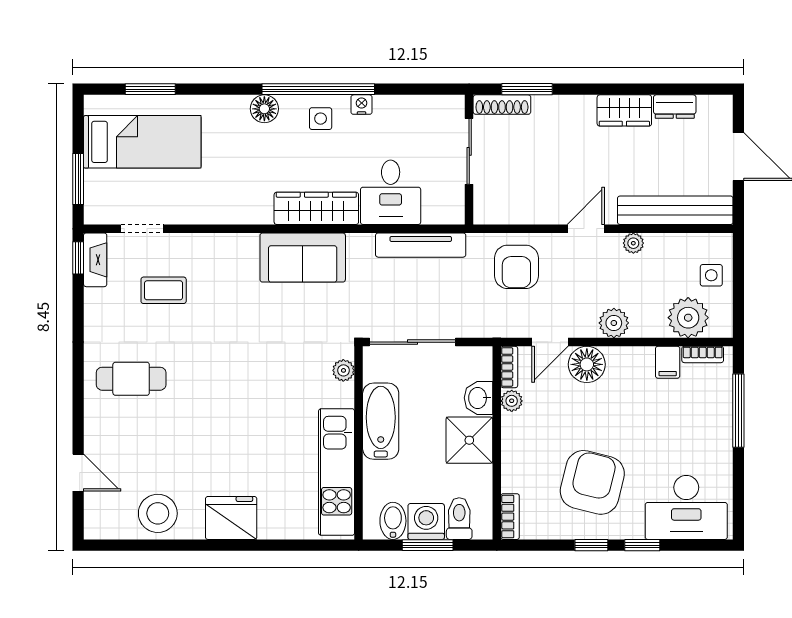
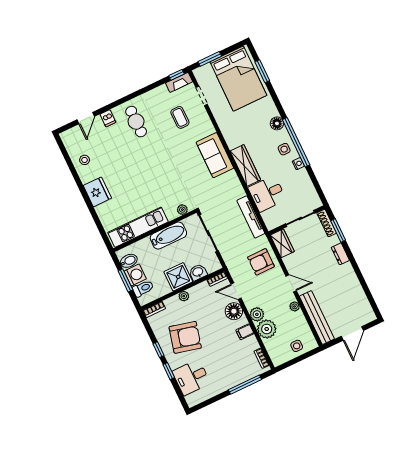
dresser: (675, 107) -> (340, 254), moved
wardrobe: (624, 110) -> (282, 243), moved, turned 180
bed: (142, 142) -> (238, 79), width x1.50
sofa: (303, 258) -> (215, 155), moved
plant: (688, 318) -> (267, 329), moved
filing cabinet: (668, 362) -> (245, 332), moved
plant: (512, 401) -> (184, 296), moved
dishwasher: (99, 430) -> (108, 118), added
desk: (686, 507) -> (191, 377), width x0.73
stool: (158, 513) -> (85, 160), width x0.53, depth x0.53

